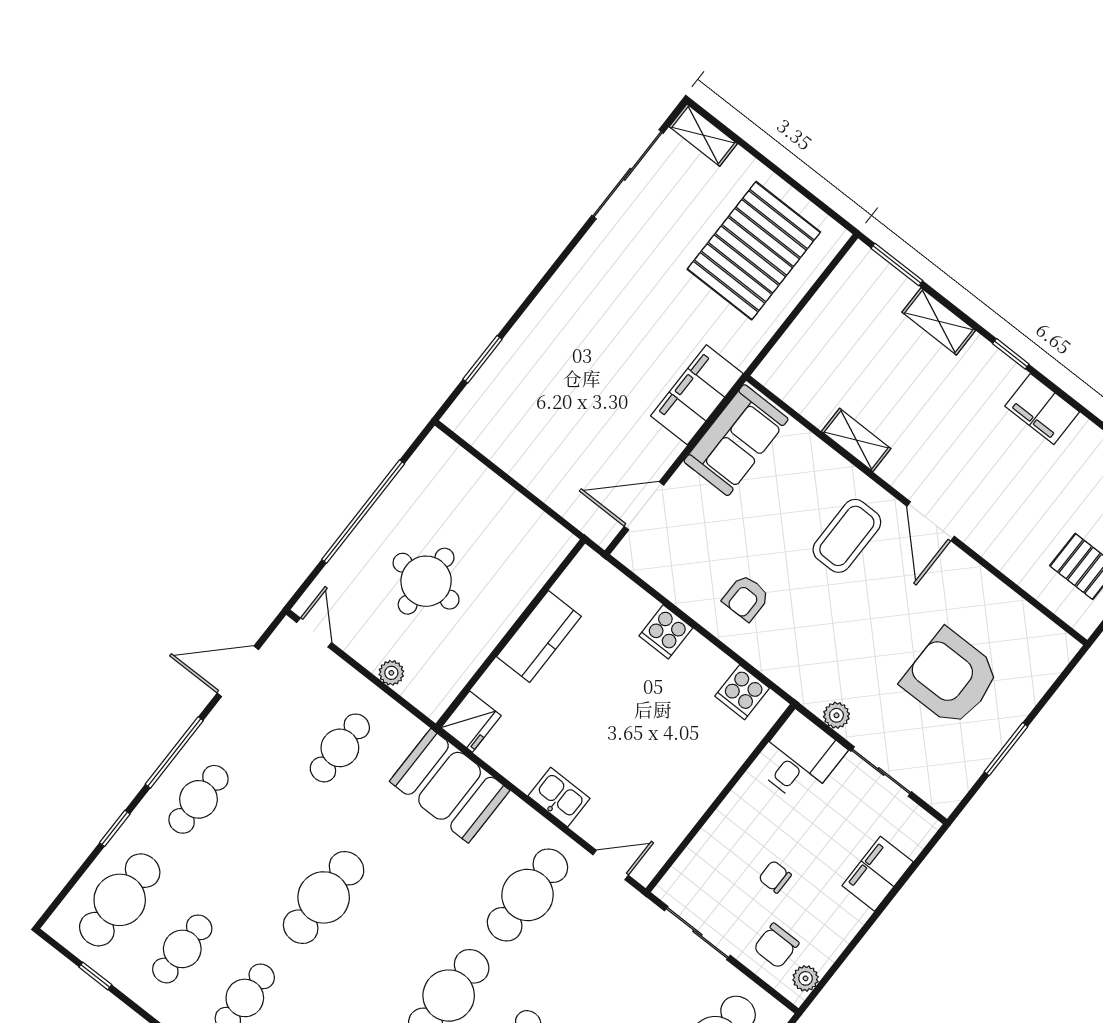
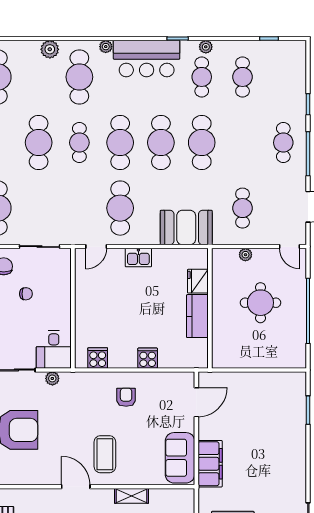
fridge: (471, 722) -> (198, 281), moved
cafe table: (120, 900) -> (161, 143), moved

